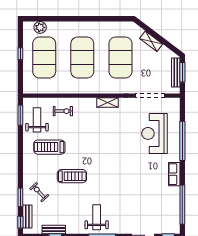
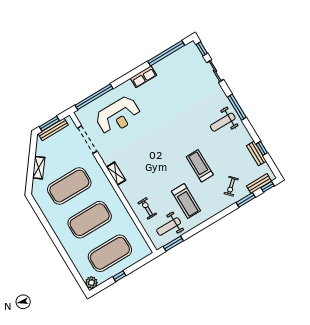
plant: (40, 27) -> (91, 283), moved
window: (182, 141) -> (94, 97), moved

